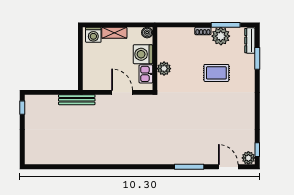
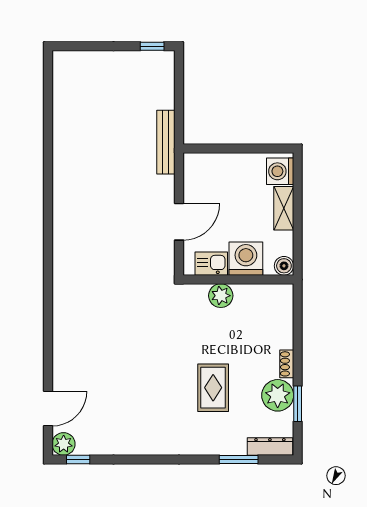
window: (226, 25) -> (298, 404), width x0.69
window: (189, 167) -> (48, 340), removed

